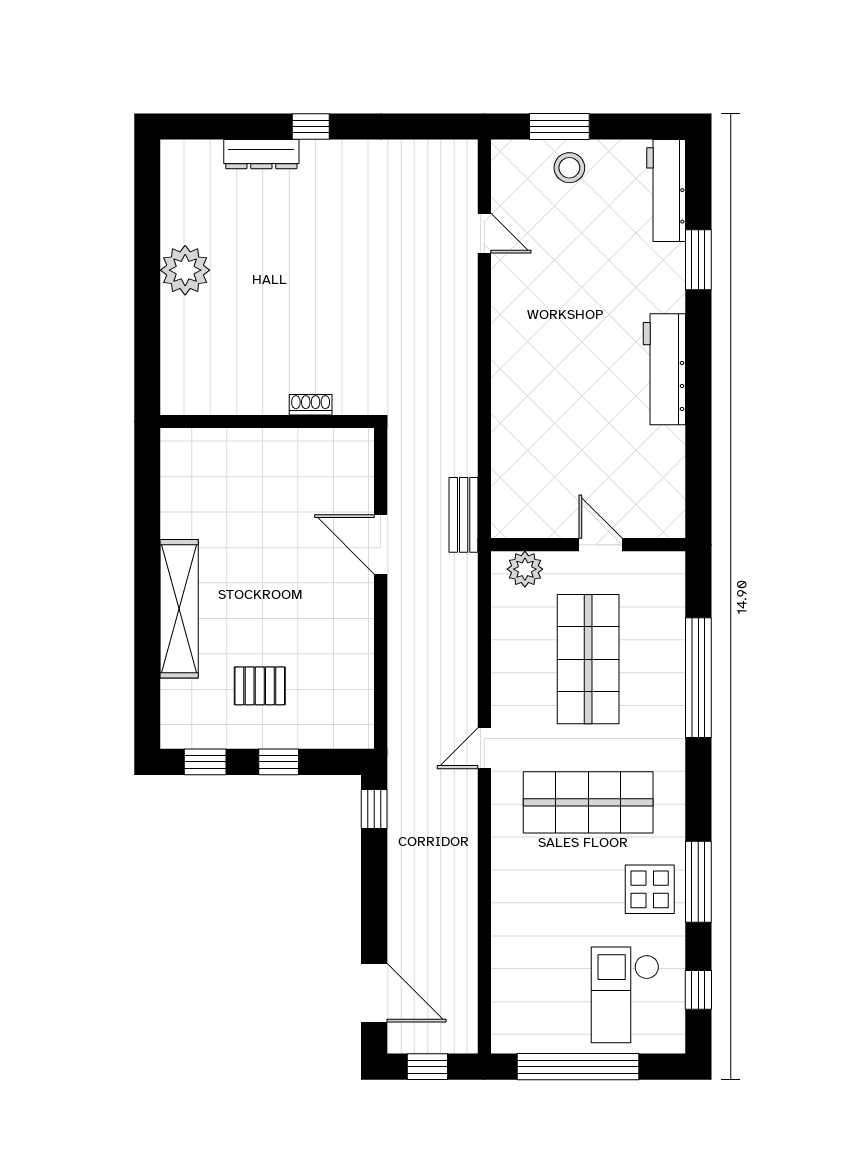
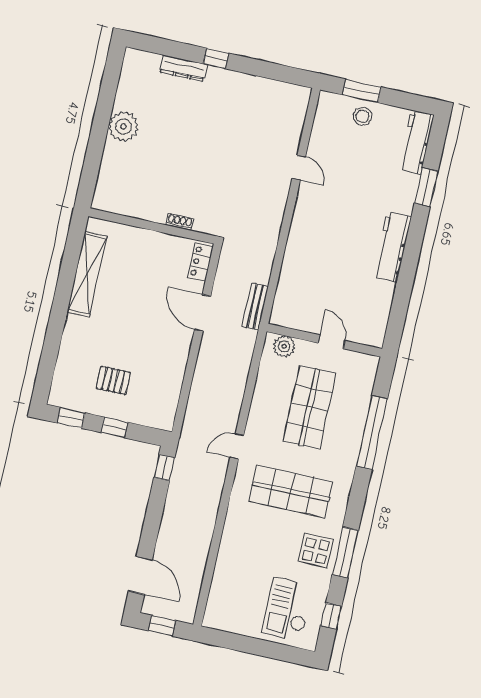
door: (484, 233) -> (299, 168), moved
locker: (359, 462) -> (201, 262), added
shelving: (179, 609) -> (87, 274), moved
window: (578, 1067) -> (250, 645), removed

